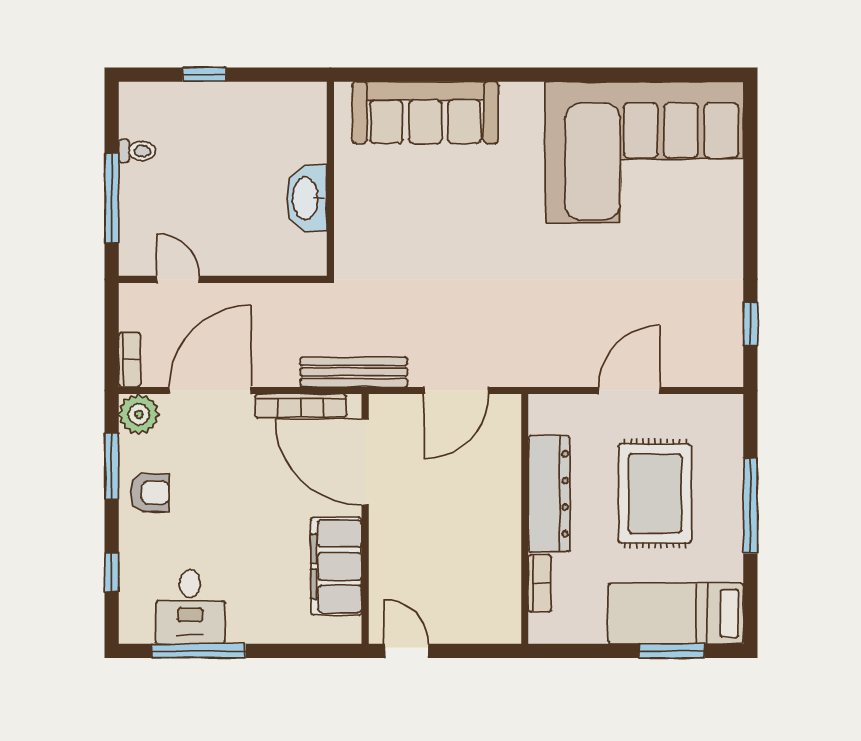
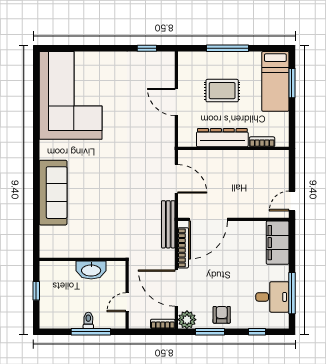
toilet: (137, 151) -> (88, 320), moved
wall: (330, 179) -> (82, 259), moved
washbasin: (306, 198) -> (91, 270), moved
rug: (655, 493) -> (222, 91), width x0.73, depth x0.70
filing cabinet: (336, 566) -> (278, 243), moved, turned 90

